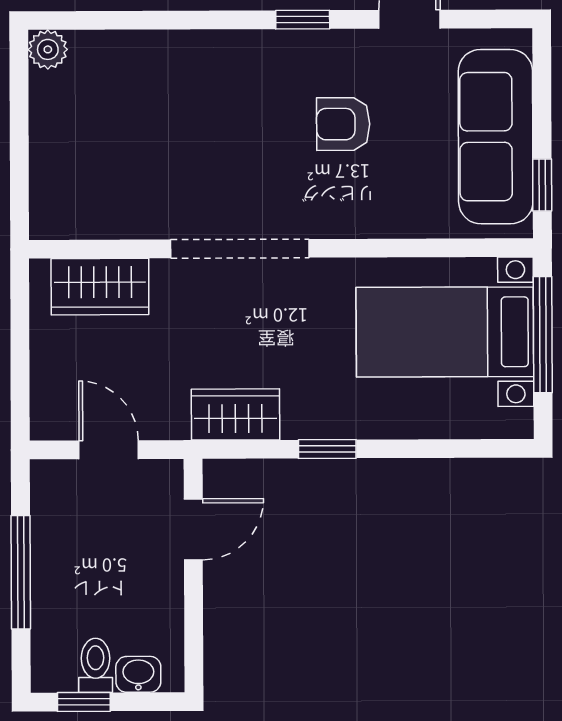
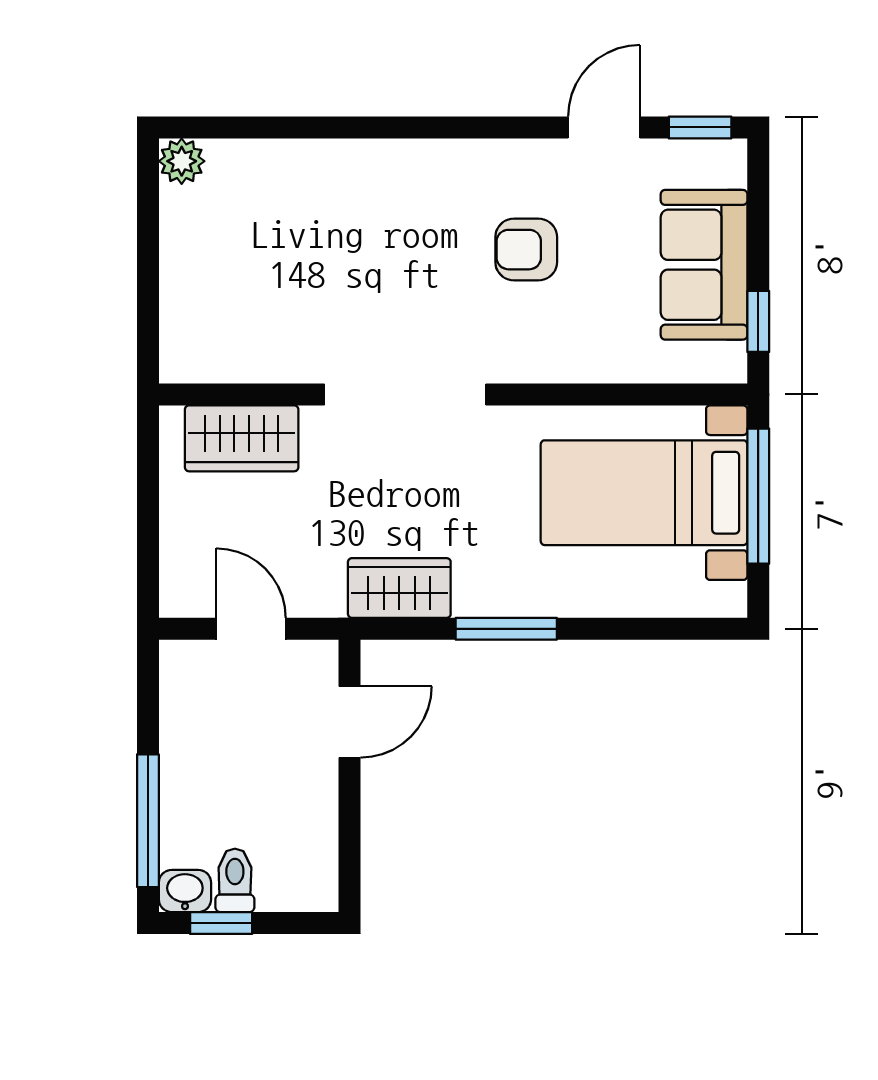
window: (303, 20) -> (700, 127), moved
sofa: (496, 137) -> (704, 265), width x0.73
window: (327, 449) -> (506, 629), width x1.50
window: (21, 572) -> (148, 821), moved
washbasin: (138, 674) -> (185, 891), moved

